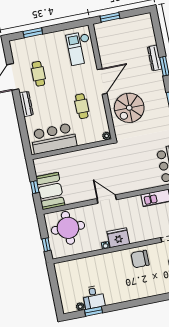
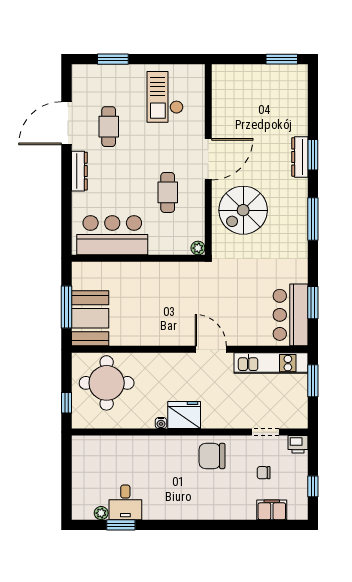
window: (110, 17) -> (282, 59), moved
checkout: (80, 48) -> (165, 97), moved
dresser: (155, 58) -> (300, 157), moved
window: (35, 187) -> (66, 307), width x2.17
door: (107, 199) -> (211, 349), moved

